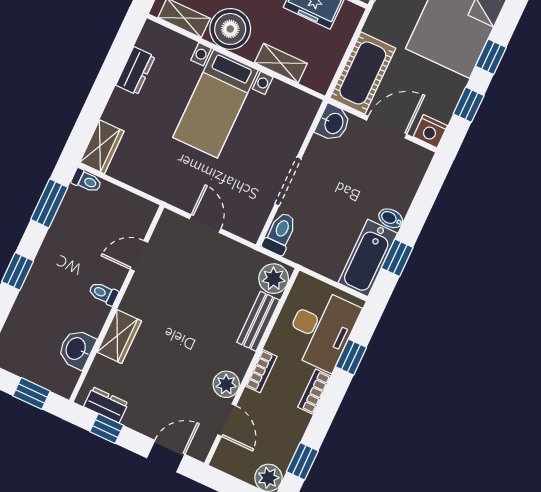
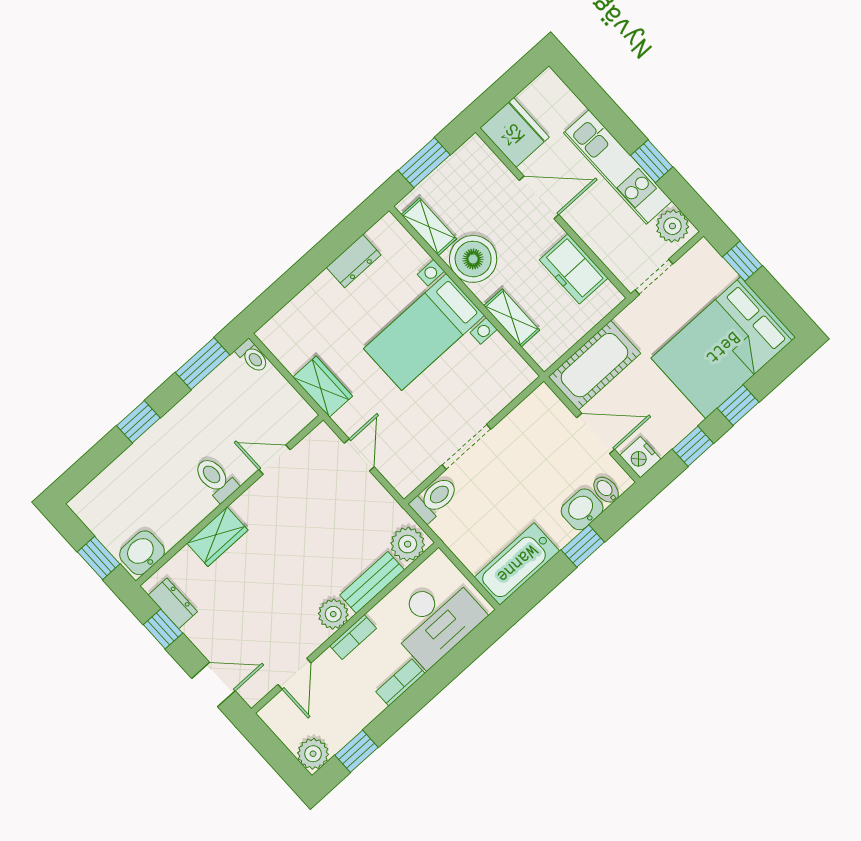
washbasin: (333, 123) -> (582, 509), moved, turned 180
wardrobe: (102, 147) -> (323, 387), moved, turned -90
bidet: (391, 218) -> (606, 490), moved
window: (397, 258) -> (583, 546), moved
toilet: (103, 293) -> (216, 479), width x1.37, depth x1.39
washbasin: (76, 349) -> (142, 553), moved
window: (351, 357) -> (455, 662), removed
plant: (226, 384) -> (333, 614), moved

